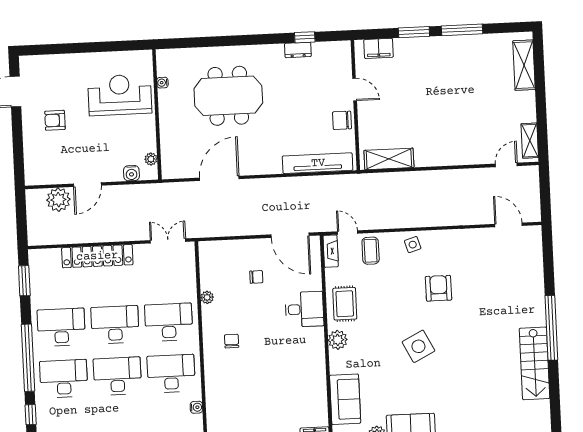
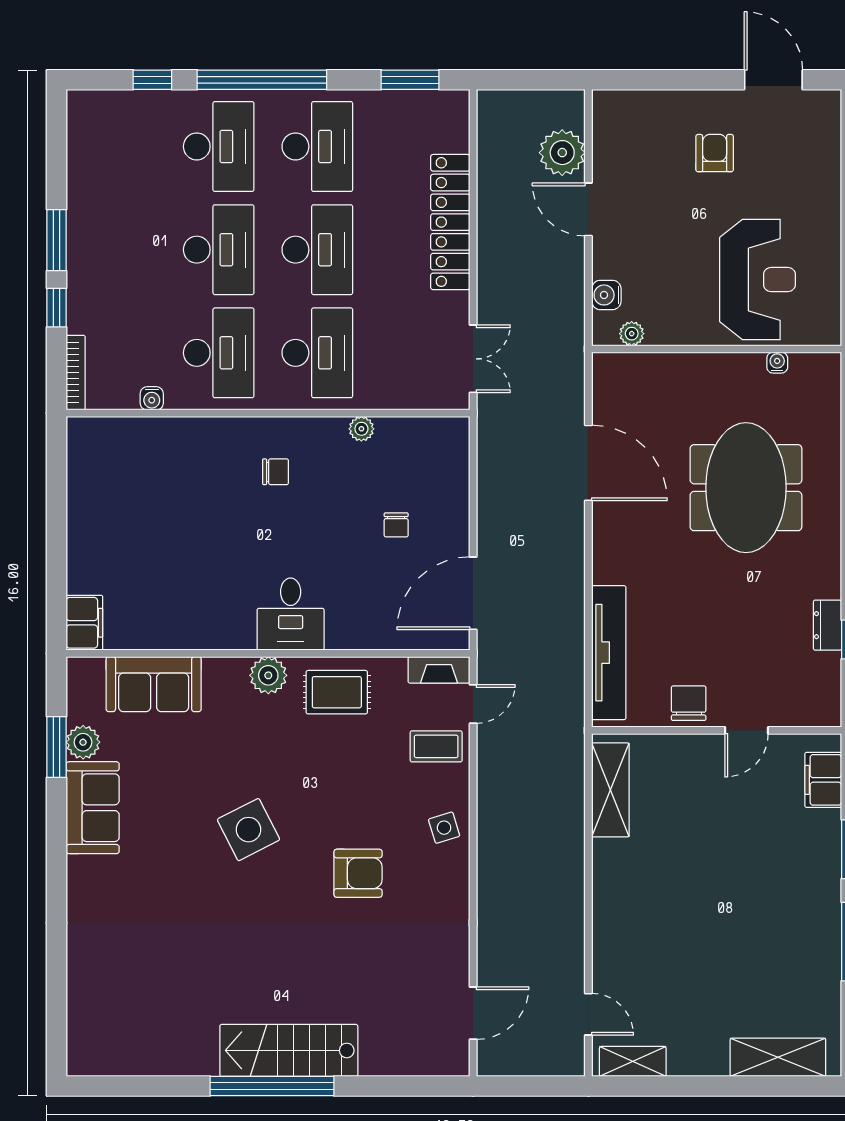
desk: (304, 309) -> (291, 614), moved
stairs: (534, 363) -> (289, 1050), moved

